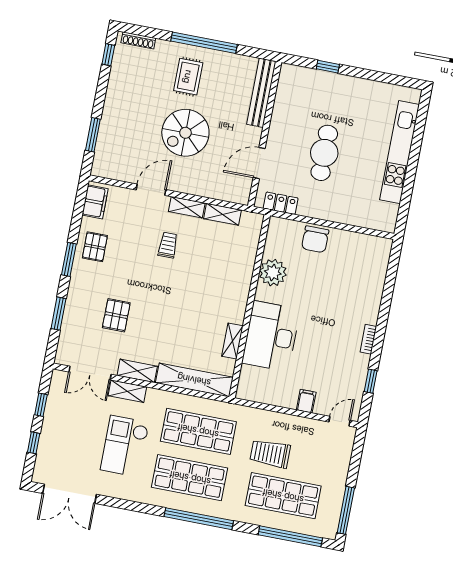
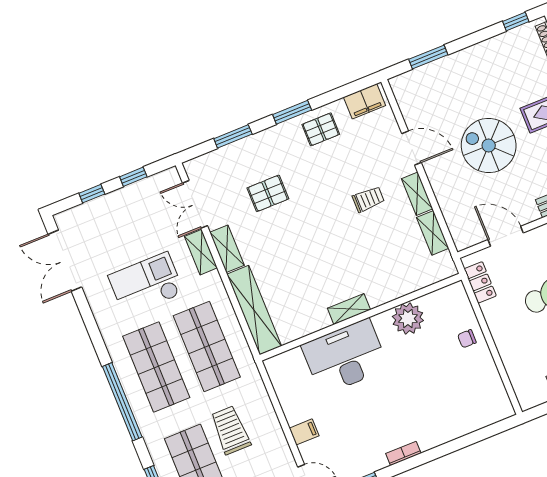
chair: (315, 239) -> (467, 339), width x0.54, depth x0.54
shelving: (232, 341) -> (349, 309), moved

